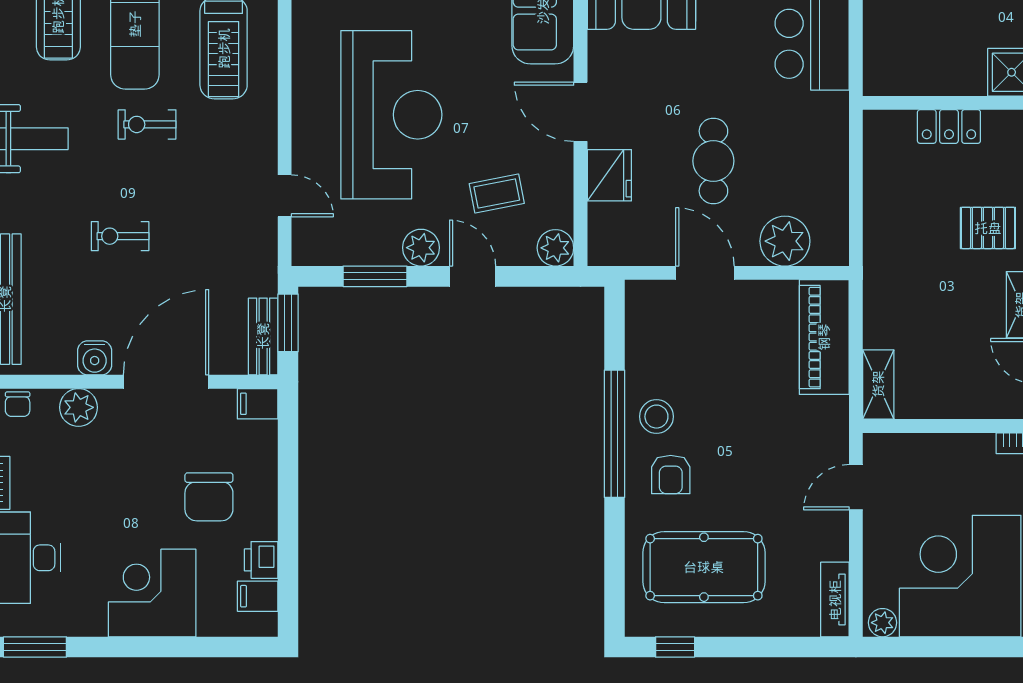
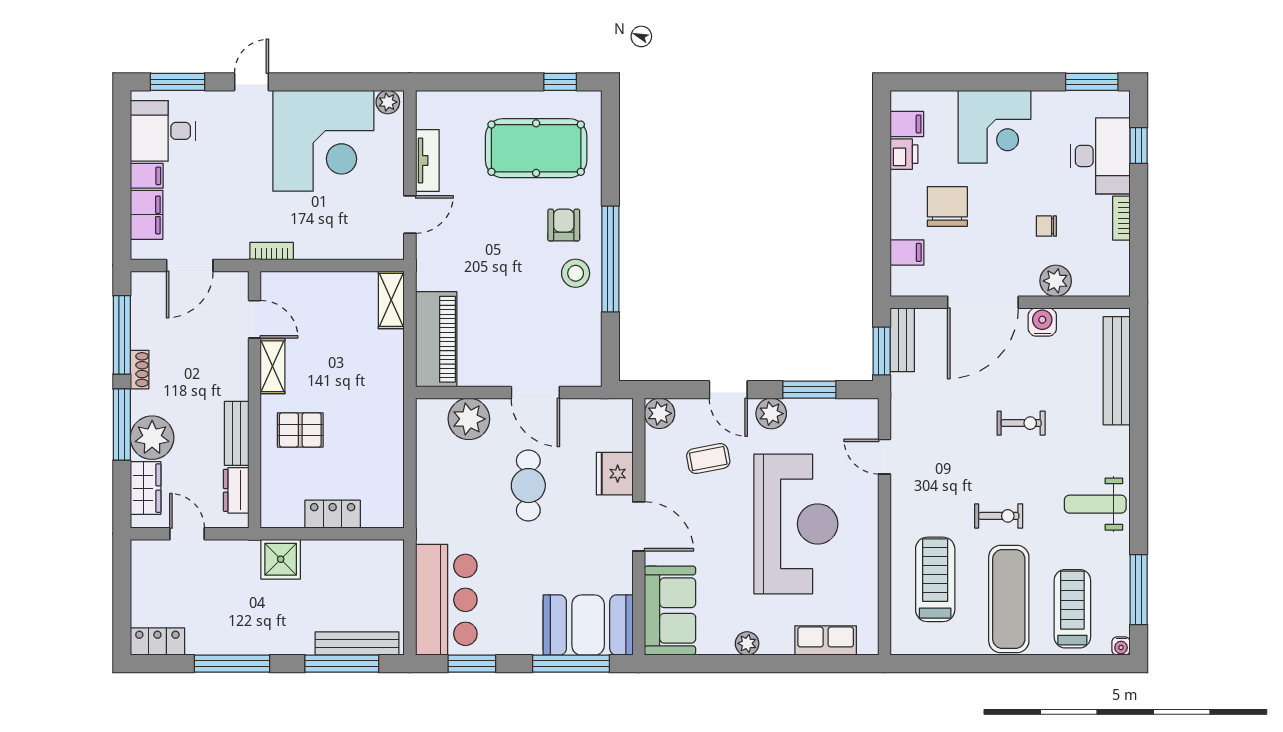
reception desk: (391, 115) -> (796, 524), turned 180
chair: (18, 404) -> (1046, 226), moved, turned -90
filing cabinet: (258, 404) -> (907, 252), moved
tv unit: (835, 600) -> (427, 160), moved

